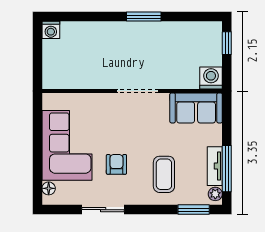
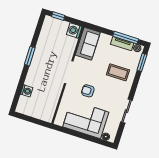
washing machine: (51, 30) -> (27, 91), moved
armchair: (116, 164) -> (88, 91), moved

